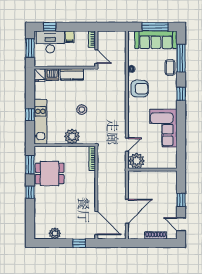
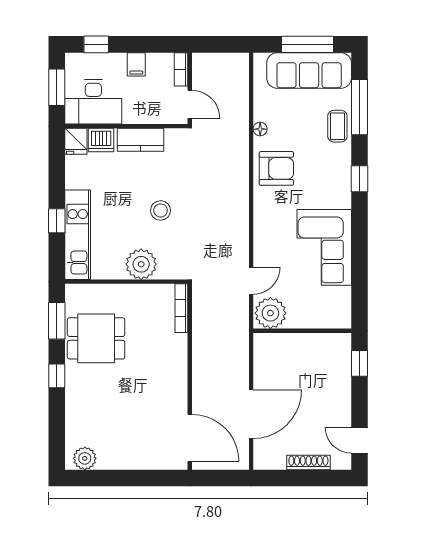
desk: (50, 42) -> (93, 102), moved, turned 180
window: (181, 200) -> (360, 363), moved
plant: (55, 233) -> (85, 458), moved
window: (79, 243) -> (155, 478), removed

